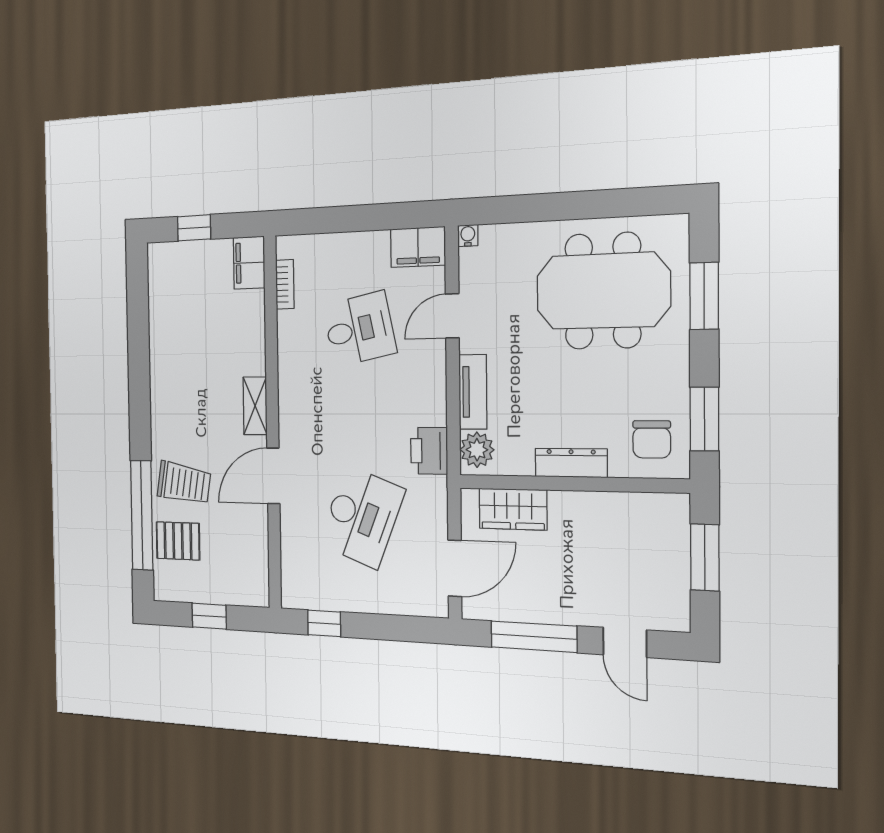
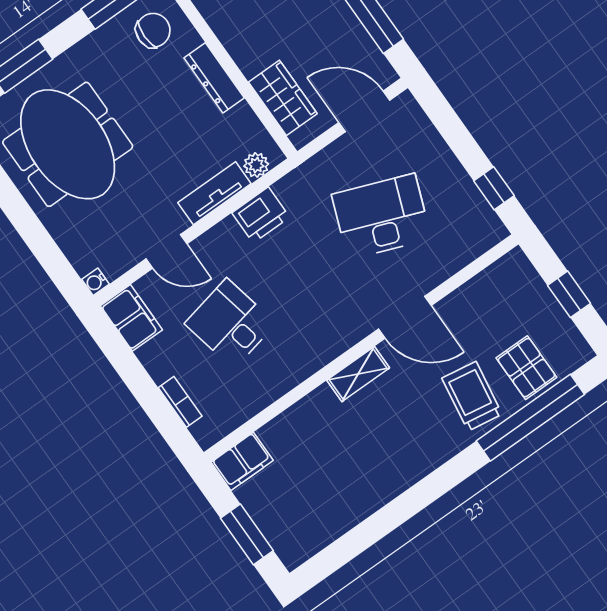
window: (194, 228) -> (247, 534), width x1.50
bookcase: (285, 284) -> (180, 402), moved, turned 90
plant: (477, 450) -> (256, 165), width x0.73, depth x0.73
printer: (429, 451) -> (261, 215), moved

